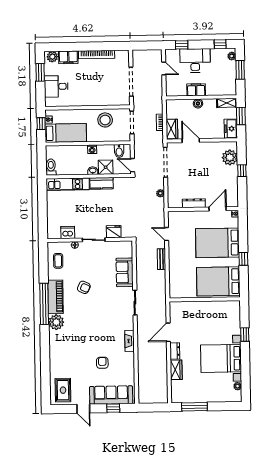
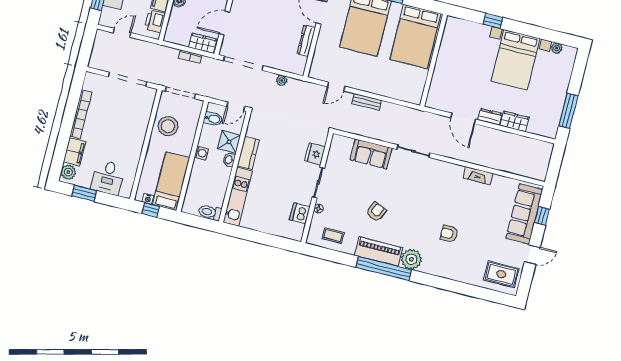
printer: (179, 90) -> (155, 21), added
fireplace: (130, 341) -> (478, 176), moved
armchair: (102, 363) -> (449, 234), moved

